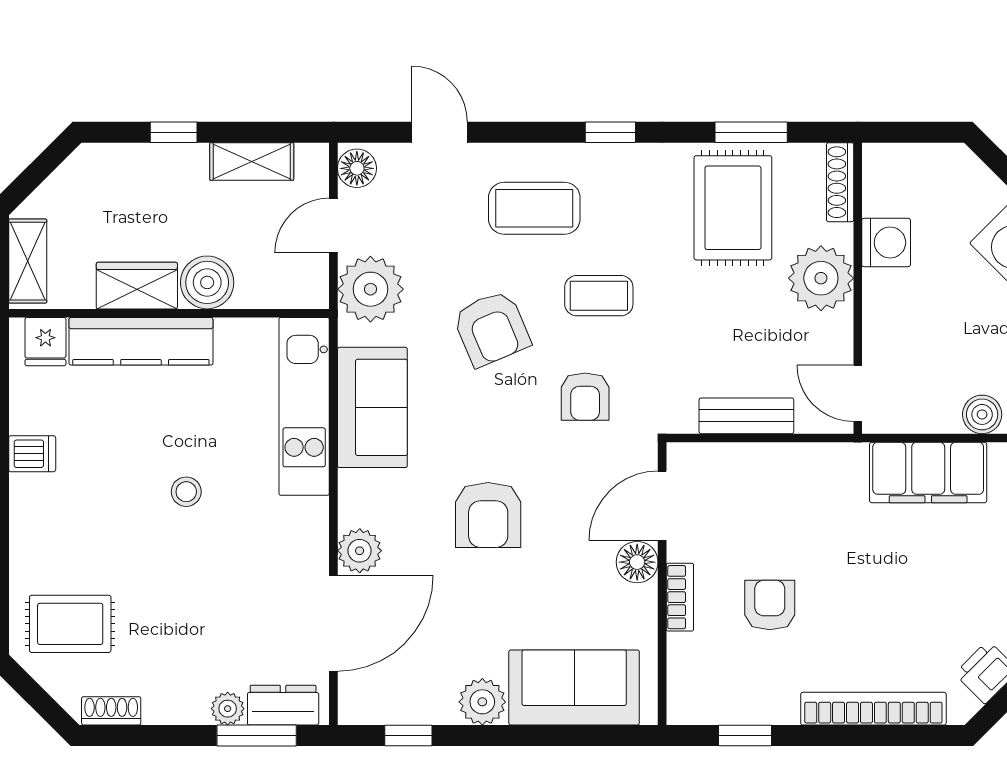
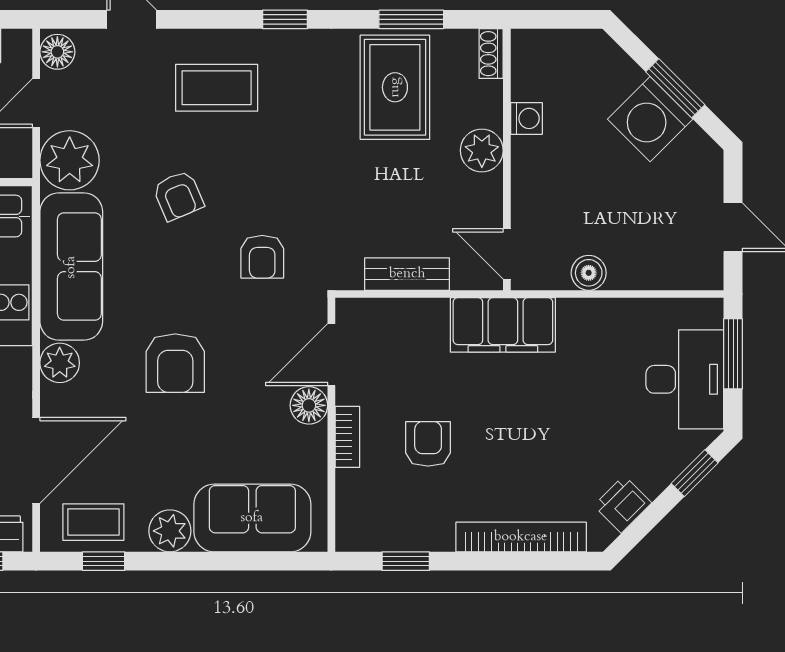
shoe rack: (840, 182) -> (491, 54), width x0.70
washing machine: (886, 243) -> (527, 118), width x0.73, depth x0.73
plant: (821, 278) -> (482, 150), width x0.73, depth x0.73
coffee table: (599, 296) -> (93, 522), moved
armchair: (492, 328) -> (178, 196), width x0.72, depth x0.72
sofa: (372, 407) -> (71, 267), width x1.36
boiler: (982, 414) -> (589, 273), moved
filing cabinet: (928, 472) -> (503, 325), moved
plant: (360, 551) -> (60, 363), moved

